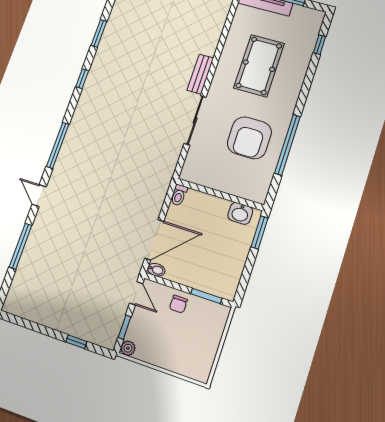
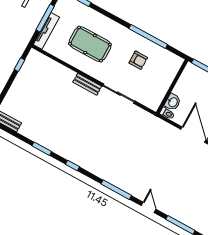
armchair: (249, 138) -> (138, 60), width x0.53, depth x0.53
door: (39, 196) -> (149, 207), swing flipped
washbasin: (240, 213) -> (173, 102), moved

